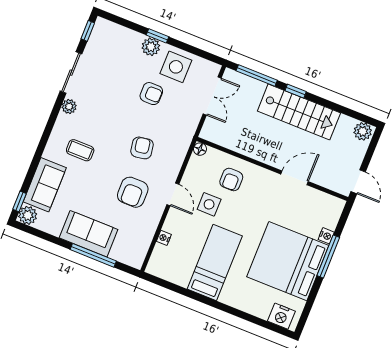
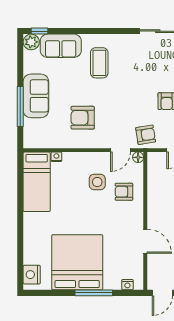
plant: (69, 107) -> (130, 40), removed
armchair: (142, 148) -> (146, 135), moved
coffee table: (80, 150) -> (99, 63), width x1.36, depth x1.30
door: (173, 194) -> (121, 150), moved
nightstand: (326, 236) -> (127, 285), moved
bed: (215, 262) -> (37, 182), moved, turned 90

